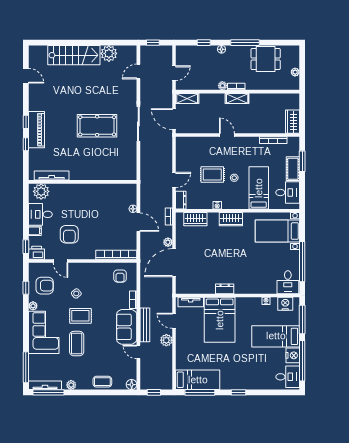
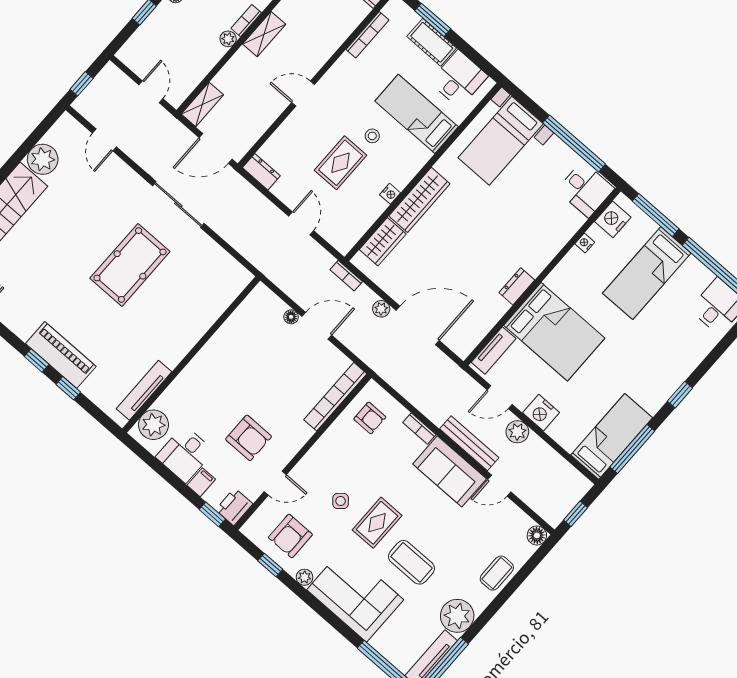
dresser: (181, 200) -> (261, 172), moved
wardrobe: (231, 219) -> (419, 200), width x1.50
door: (174, 263) -> (418, 325), swing flipped
armchair: (45, 286) -> (290, 536), turned 180
nightstand: (293, 355) -> (541, 413), moved, turned 180
plant: (71, 385) -> (457, 616), width x1.87, depth x1.87

